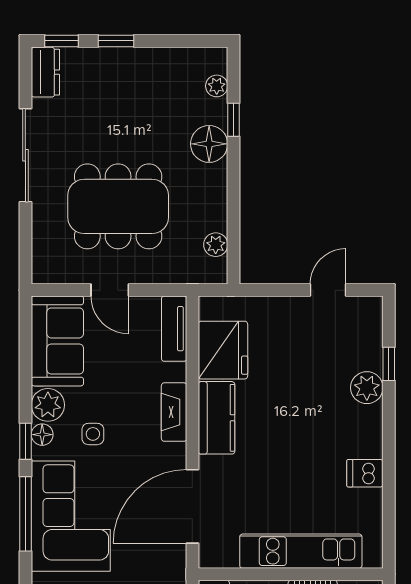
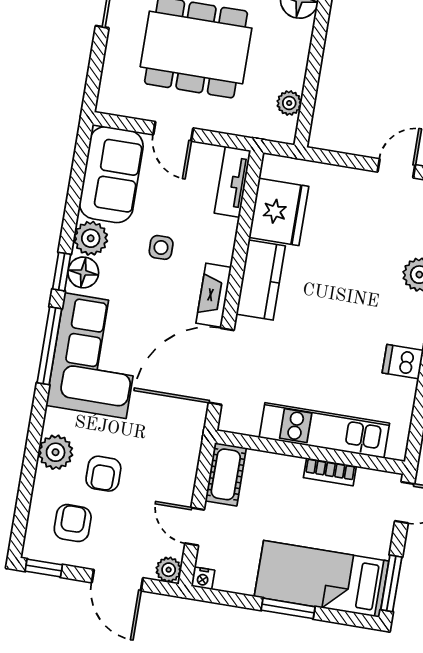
fireplace: (174, 412) -> (214, 295), moved
side table: (93, 434) -> (161, 247), moved
floor lamp: (42, 435) -> (83, 272), width x1.37, depth x1.37

